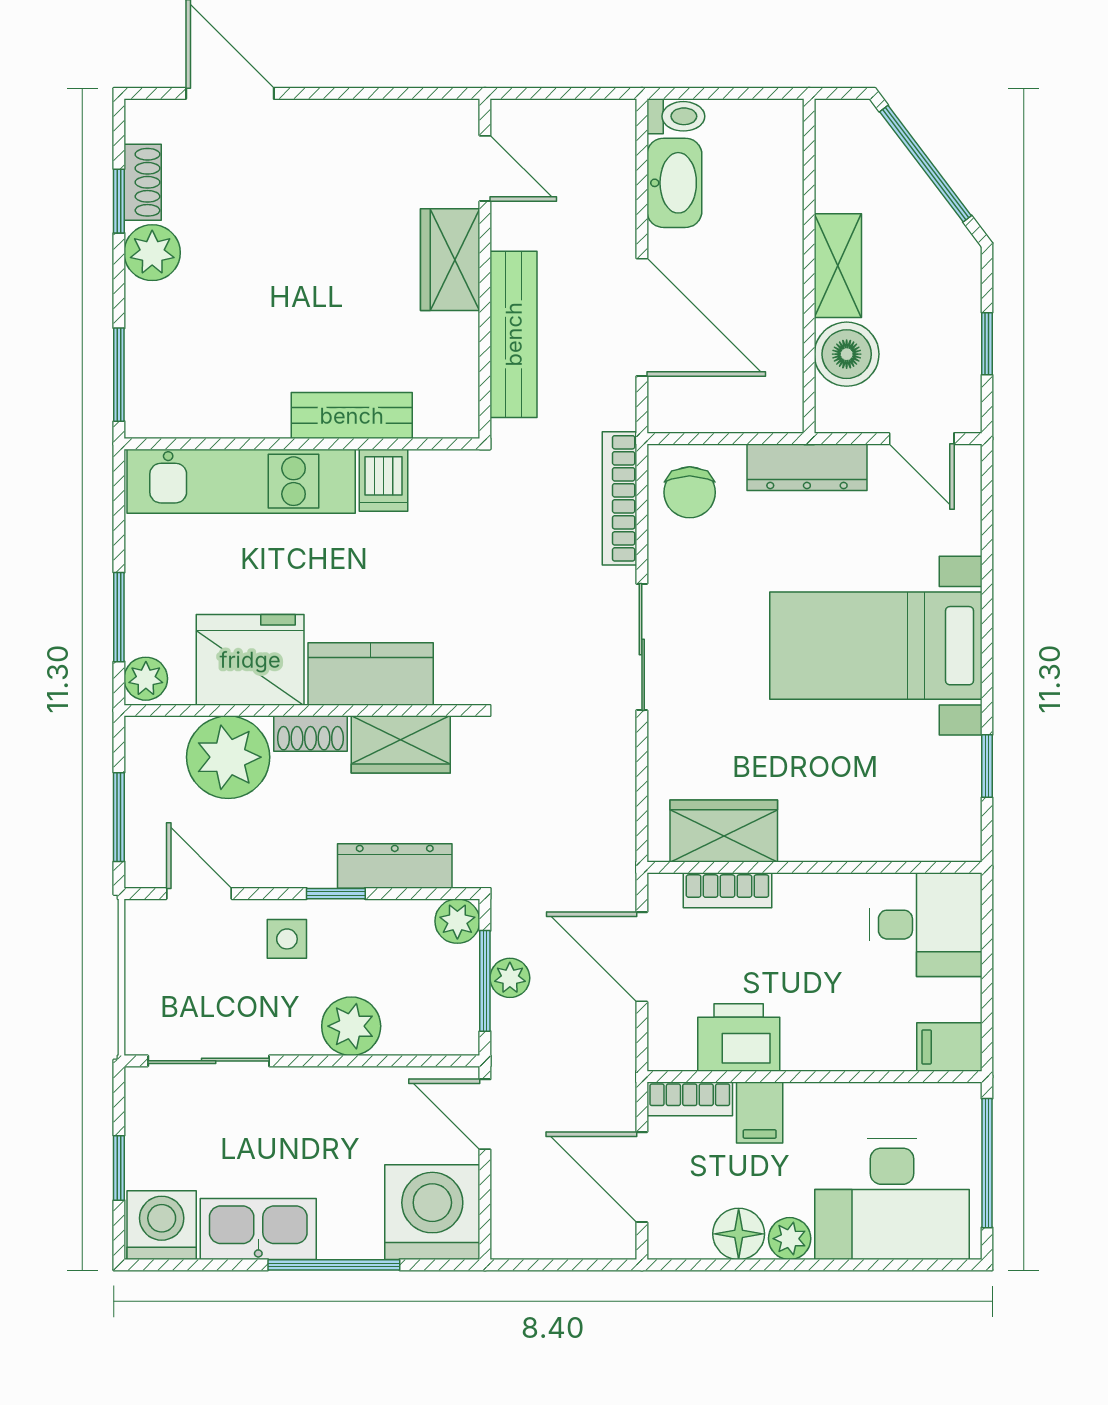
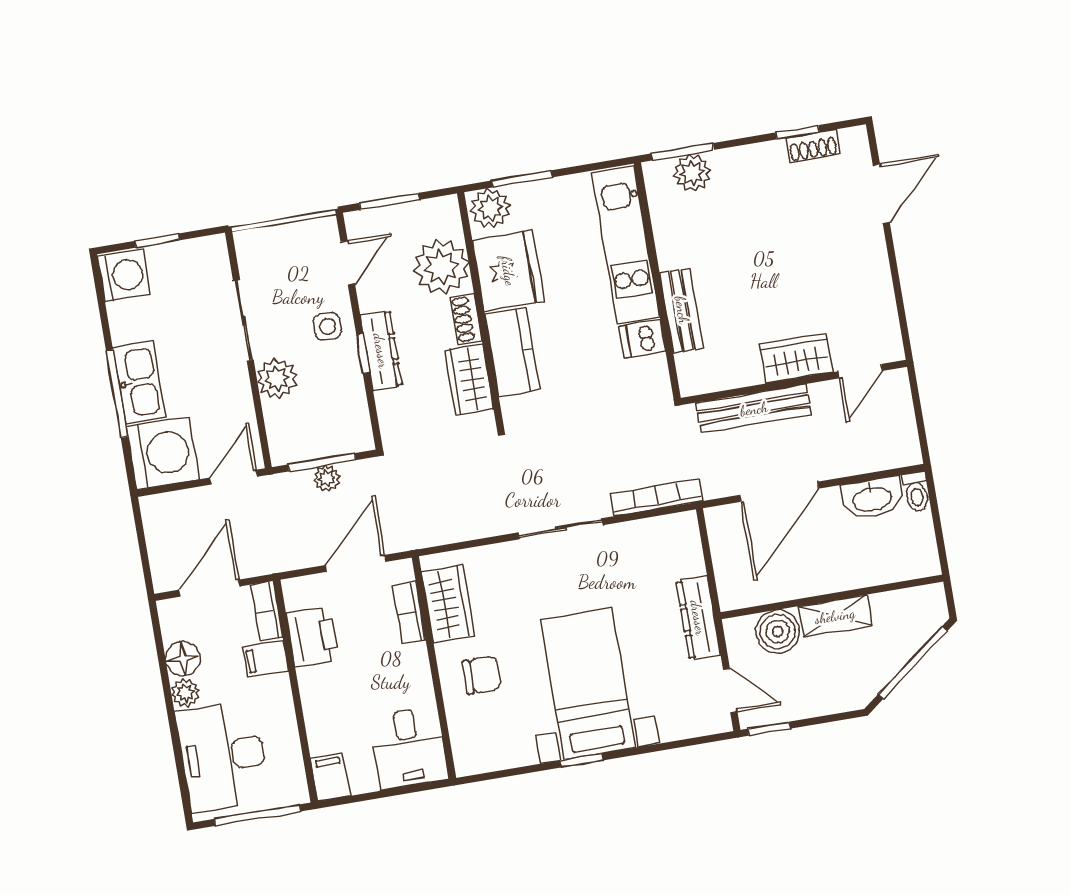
plant: (152, 253) -> (692, 173), moved
window: (987, 344) -> (769, 729), moved
door: (922, 439) -> (730, 691), swing flipped
chair: (690, 492) -> (482, 675), moved, turned 180
plant: (146, 679) -> (490, 208), width x1.38, depth x1.38
window: (987, 766) -> (582, 760), moved
dresser: (395, 866) -> (381, 351), moved
plant: (457, 921) -> (358, 437), removed
sliding door: (209, 1061) -> (243, 321), moved
kitchen sink: (258, 1229) -> (139, 382), moved

